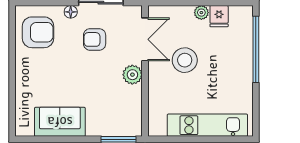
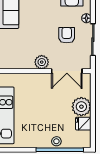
plant: (201, 13) -> (81, 107), width x1.88, depth x1.88
stool: (185, 60) -> (56, 141), moved, width x0.53, depth x0.53

